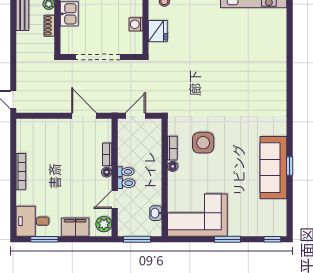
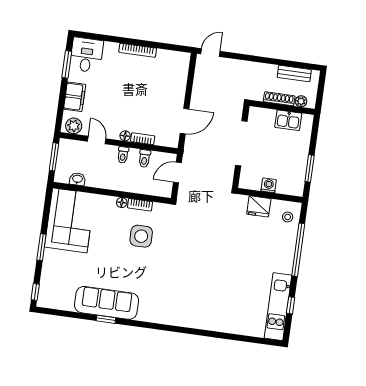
shoe rack: (49, 26) -> (279, 99), width x1.43
door: (136, 116) -> (177, 172), swing flipped
toilet: (126, 183) -> (144, 158), moved

